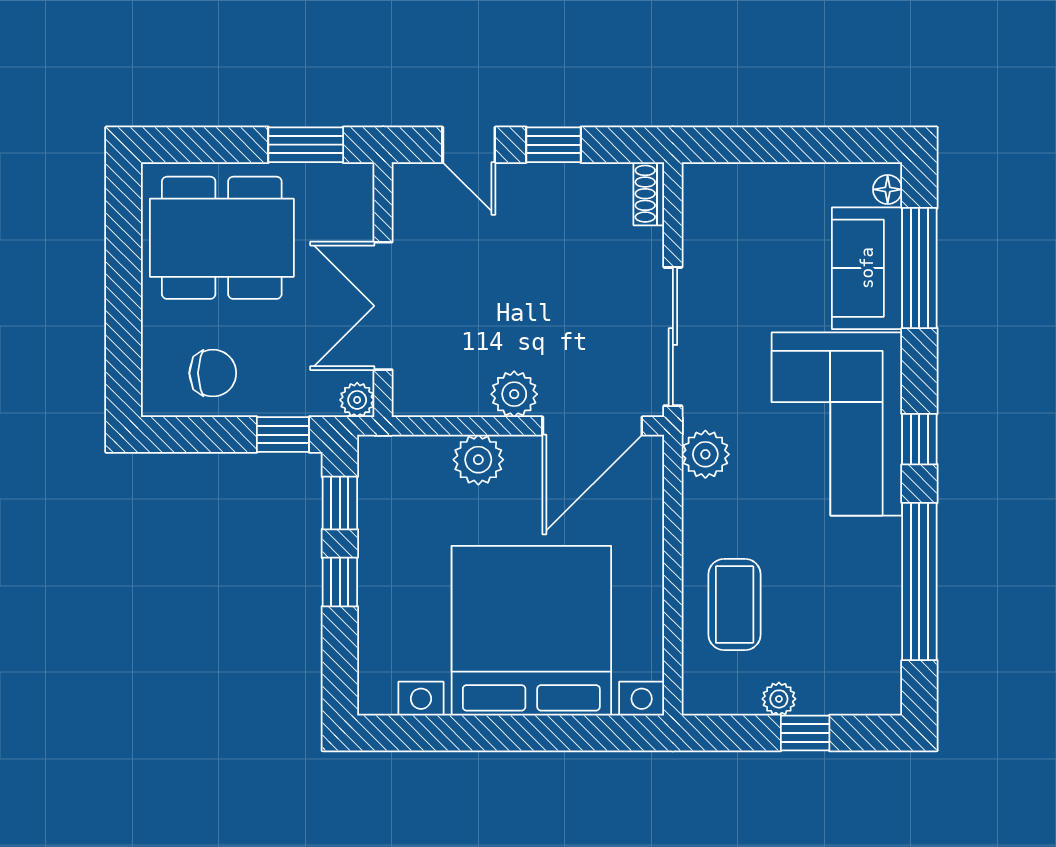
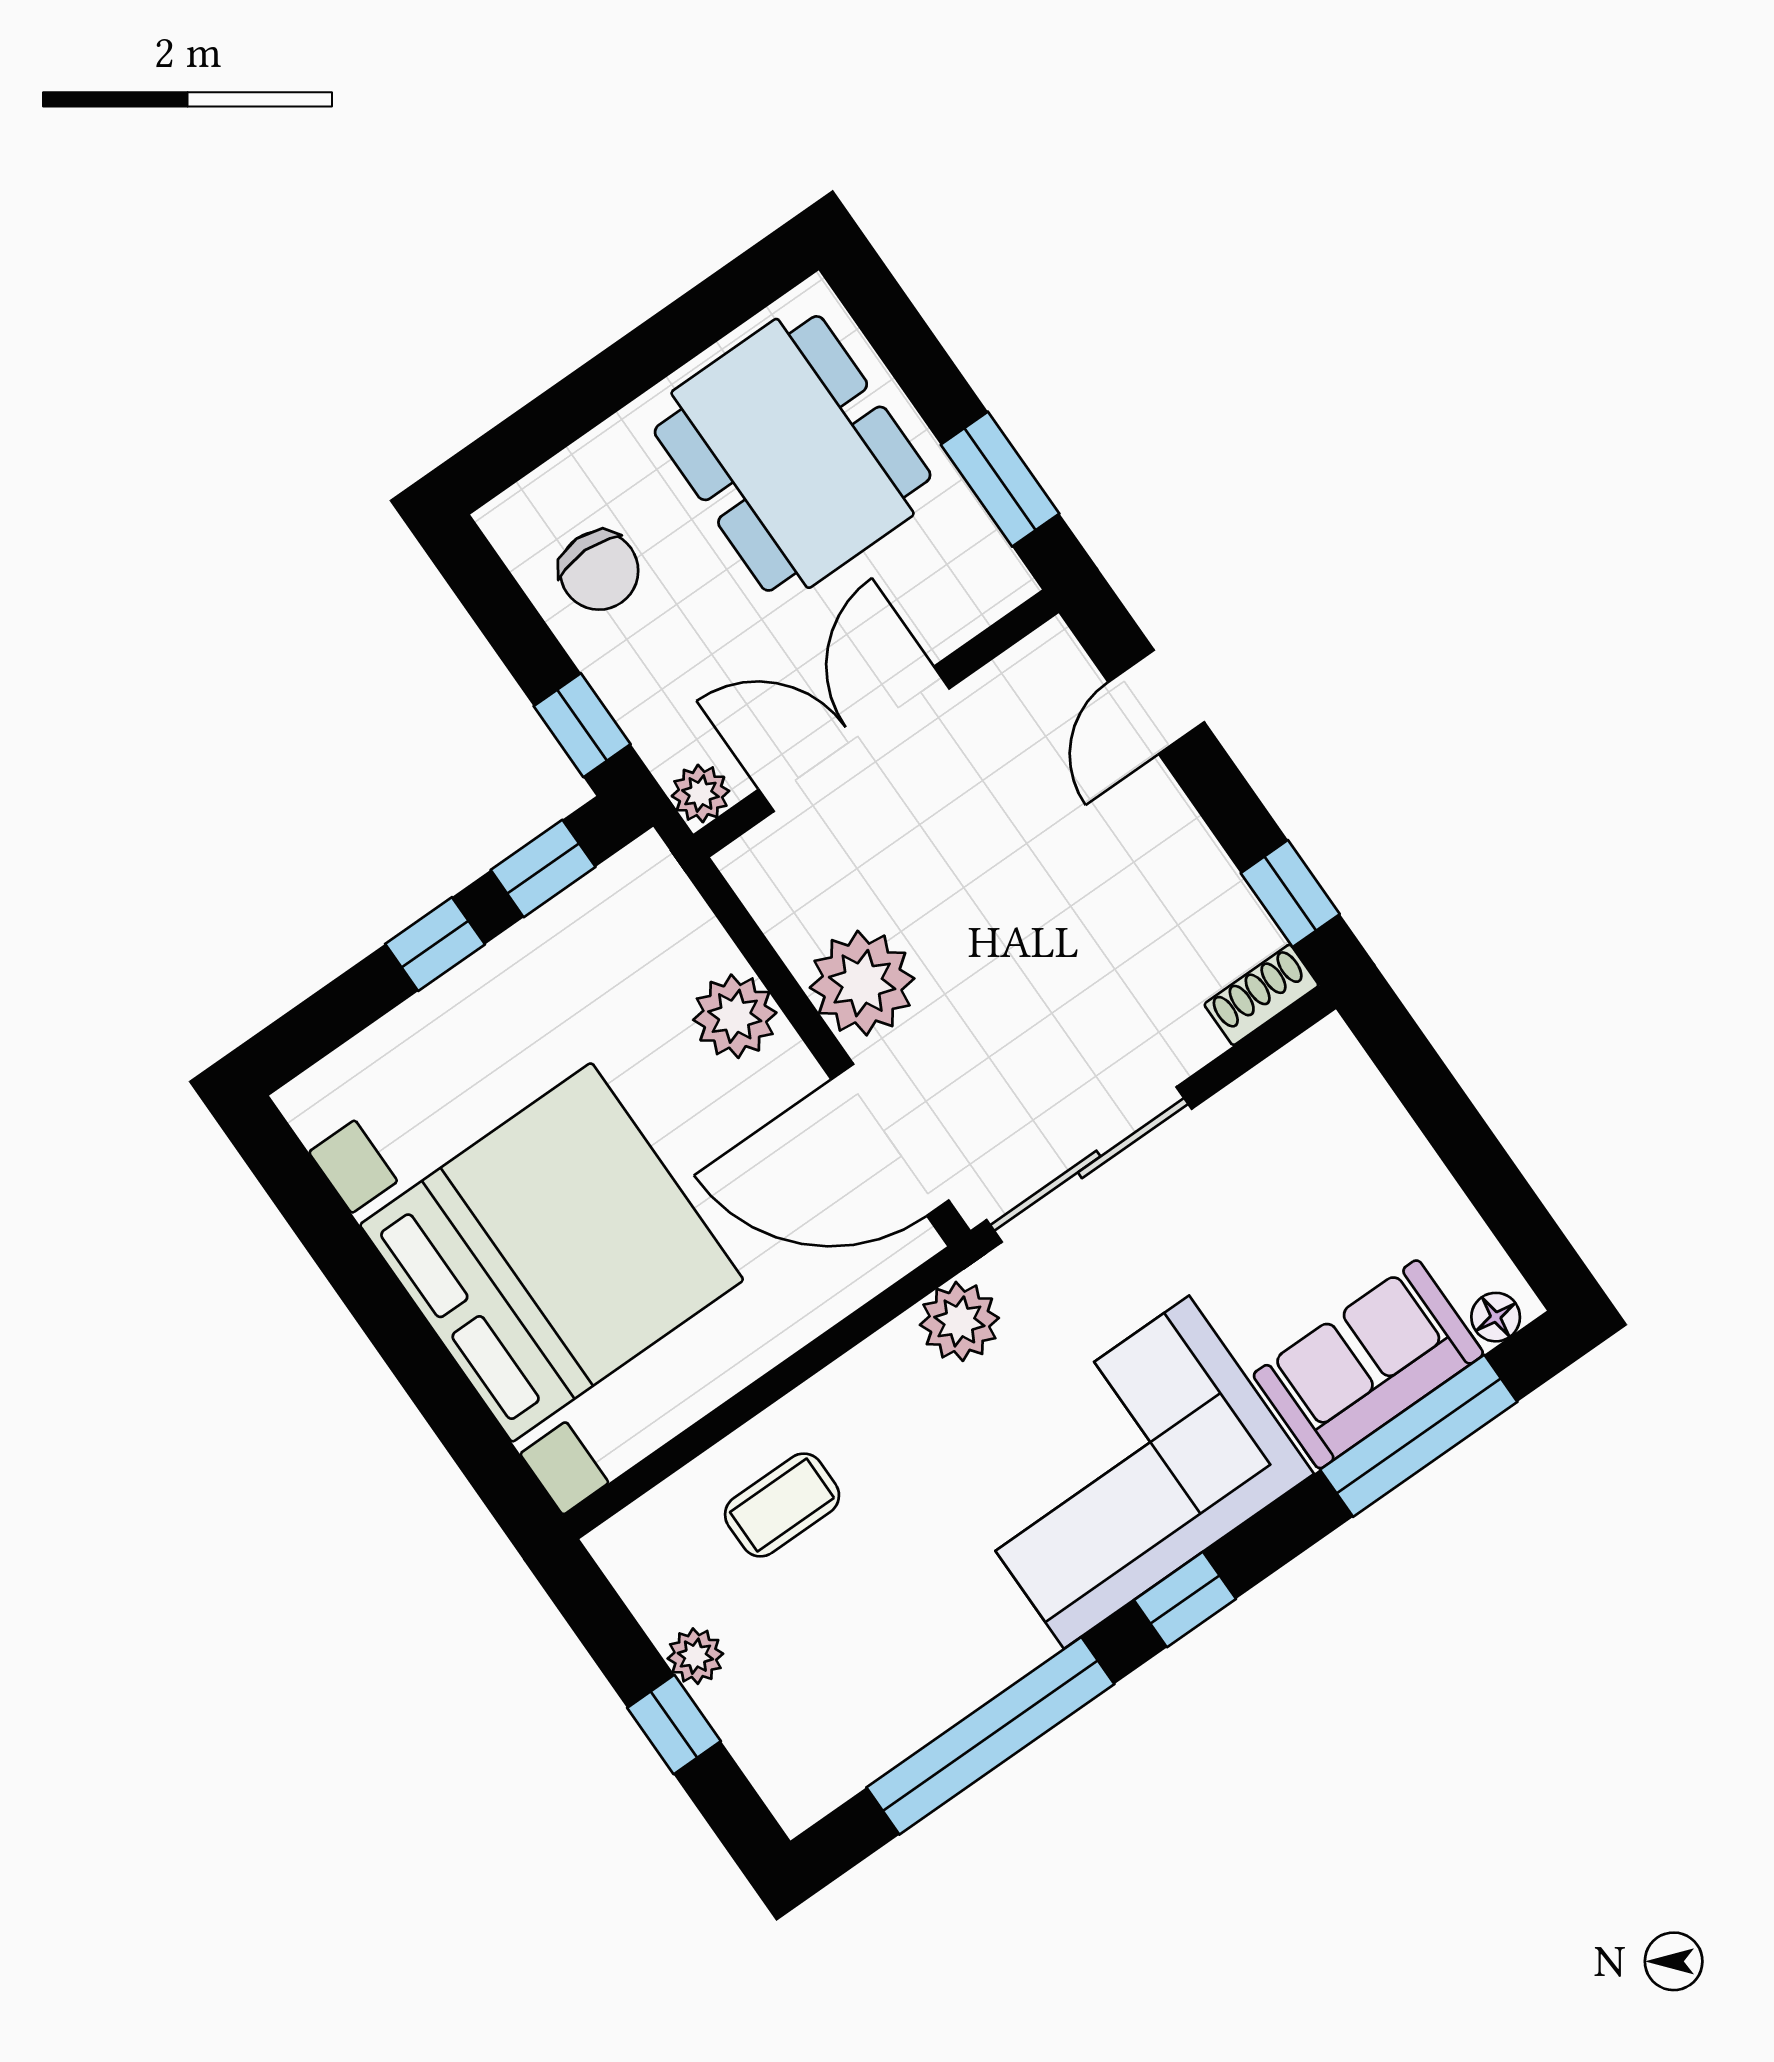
window: (554, 145) -> (1290, 894), moved
plant: (514, 394) -> (862, 983), width x1.36, depth x1.36
coffee table: (735, 604) -> (782, 1505), width x0.73, depth x0.77

